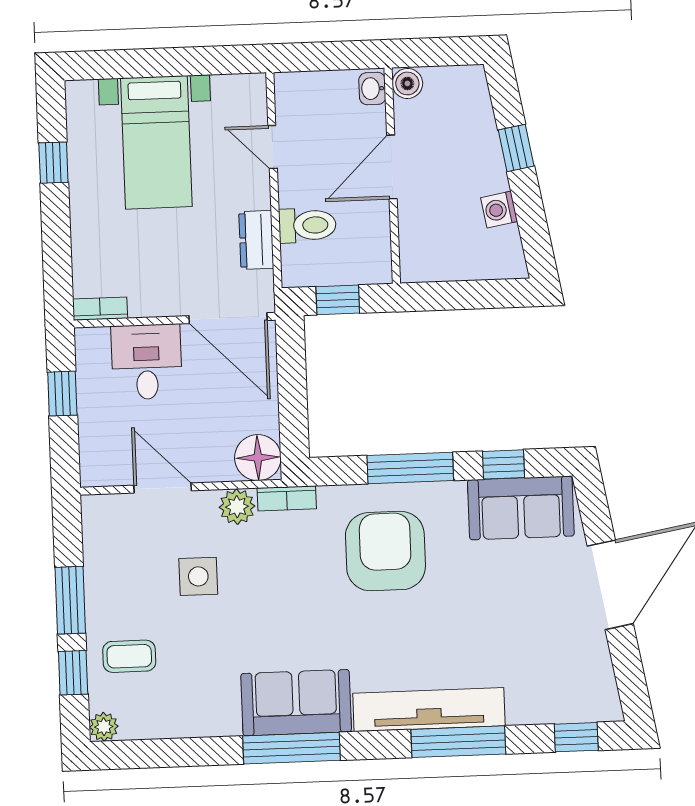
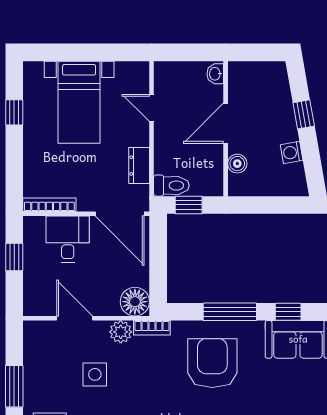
boiler: (407, 83) -> (237, 164), moved
toilet: (307, 225) -> (171, 186), moved
bookcase: (100, 309) -> (49, 205), width x1.56

